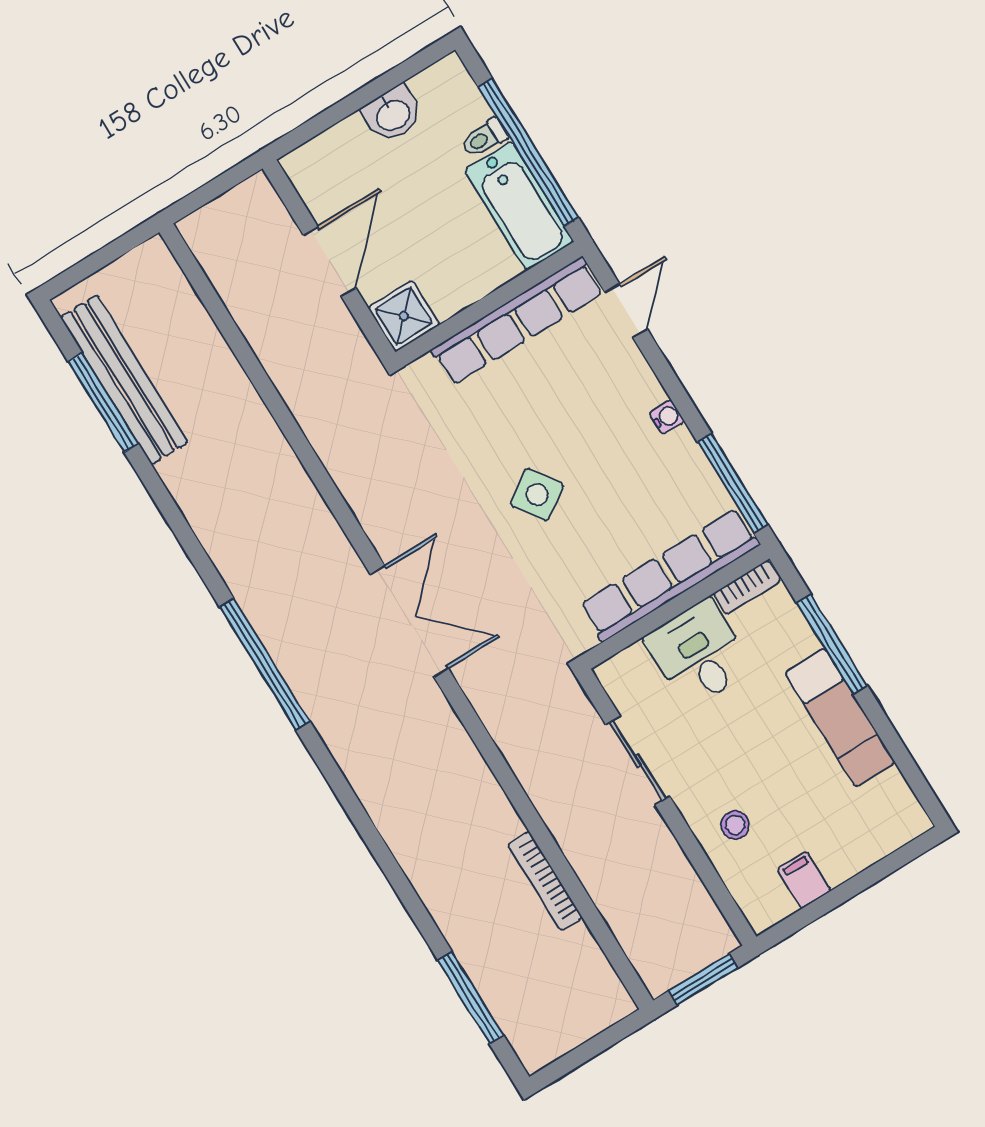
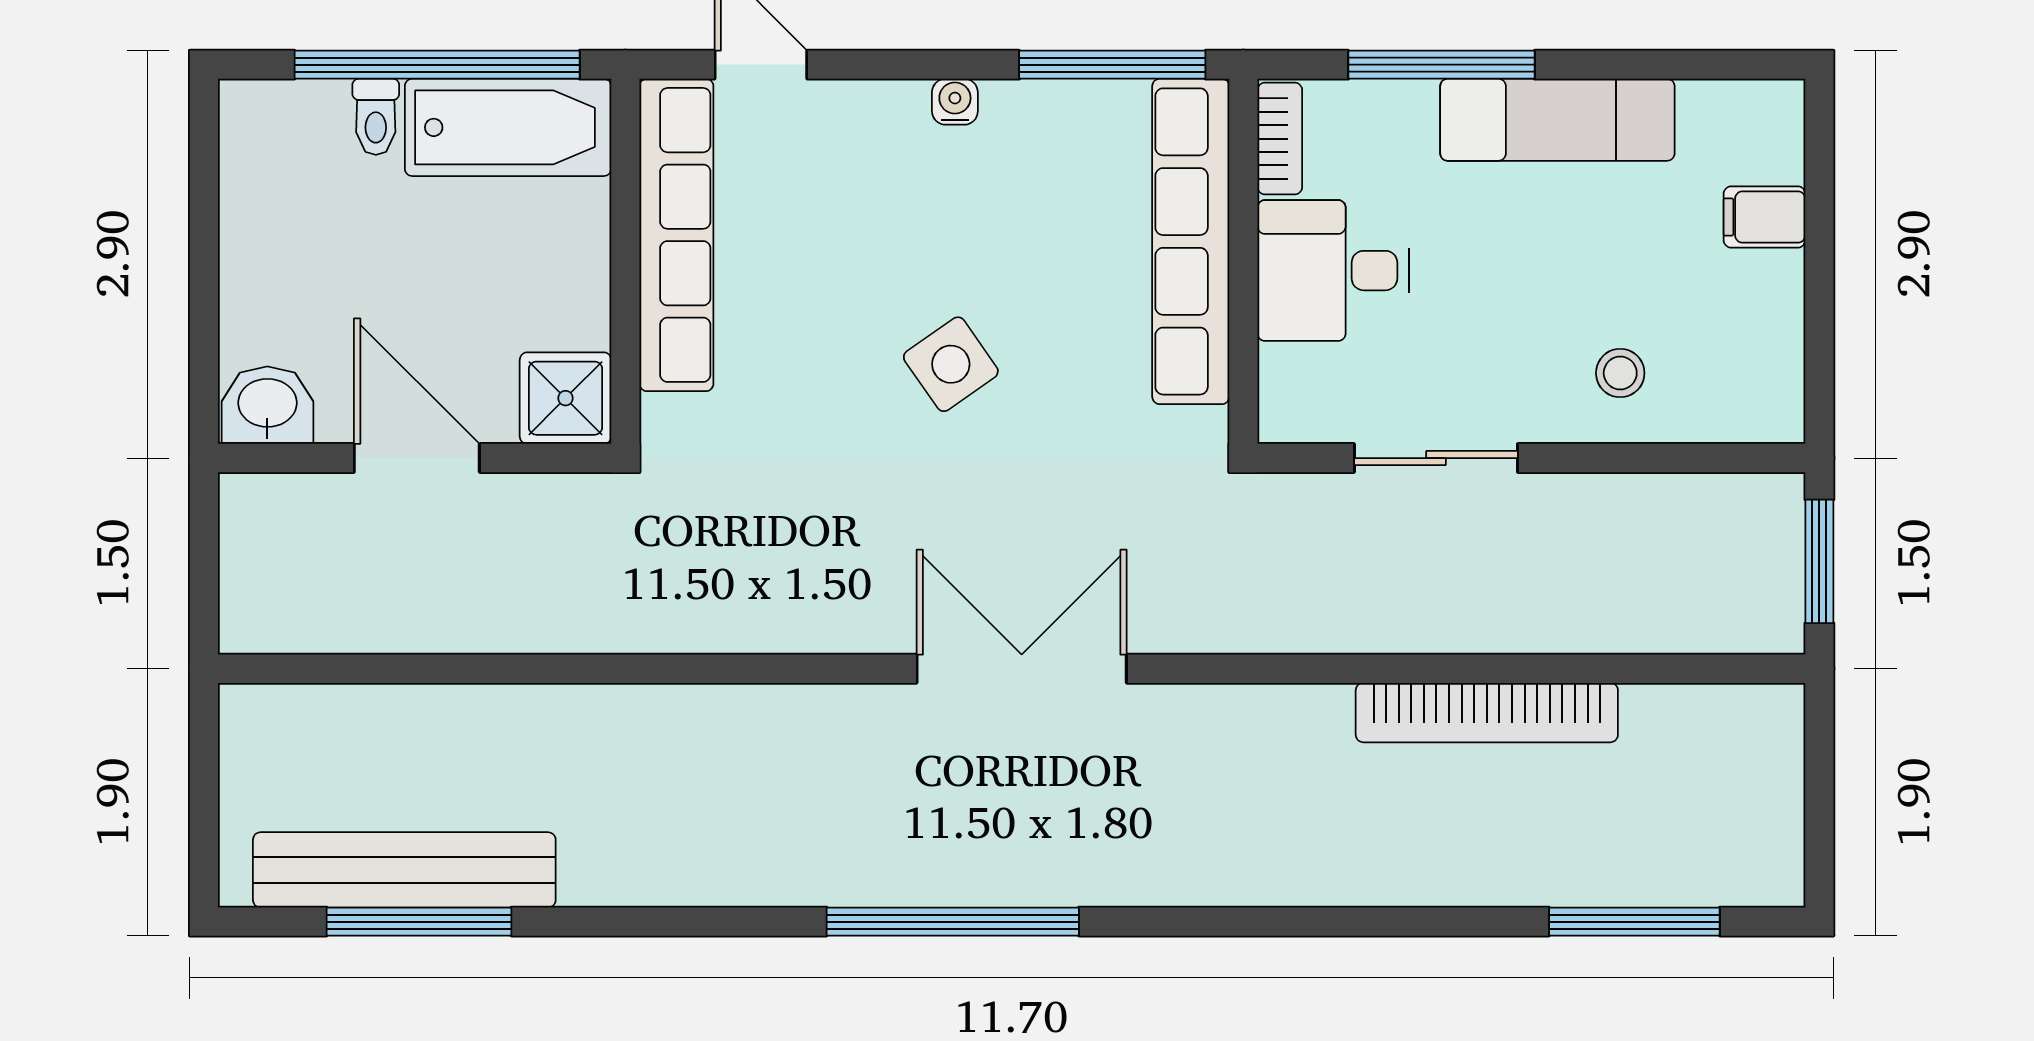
washbasin: (393, 114) -> (267, 405), moved, turned -90
filing cabinet: (804, 880) -> (1764, 217), moved
bookcase: (545, 881) -> (1487, 713), width x1.48, depth x1.31

